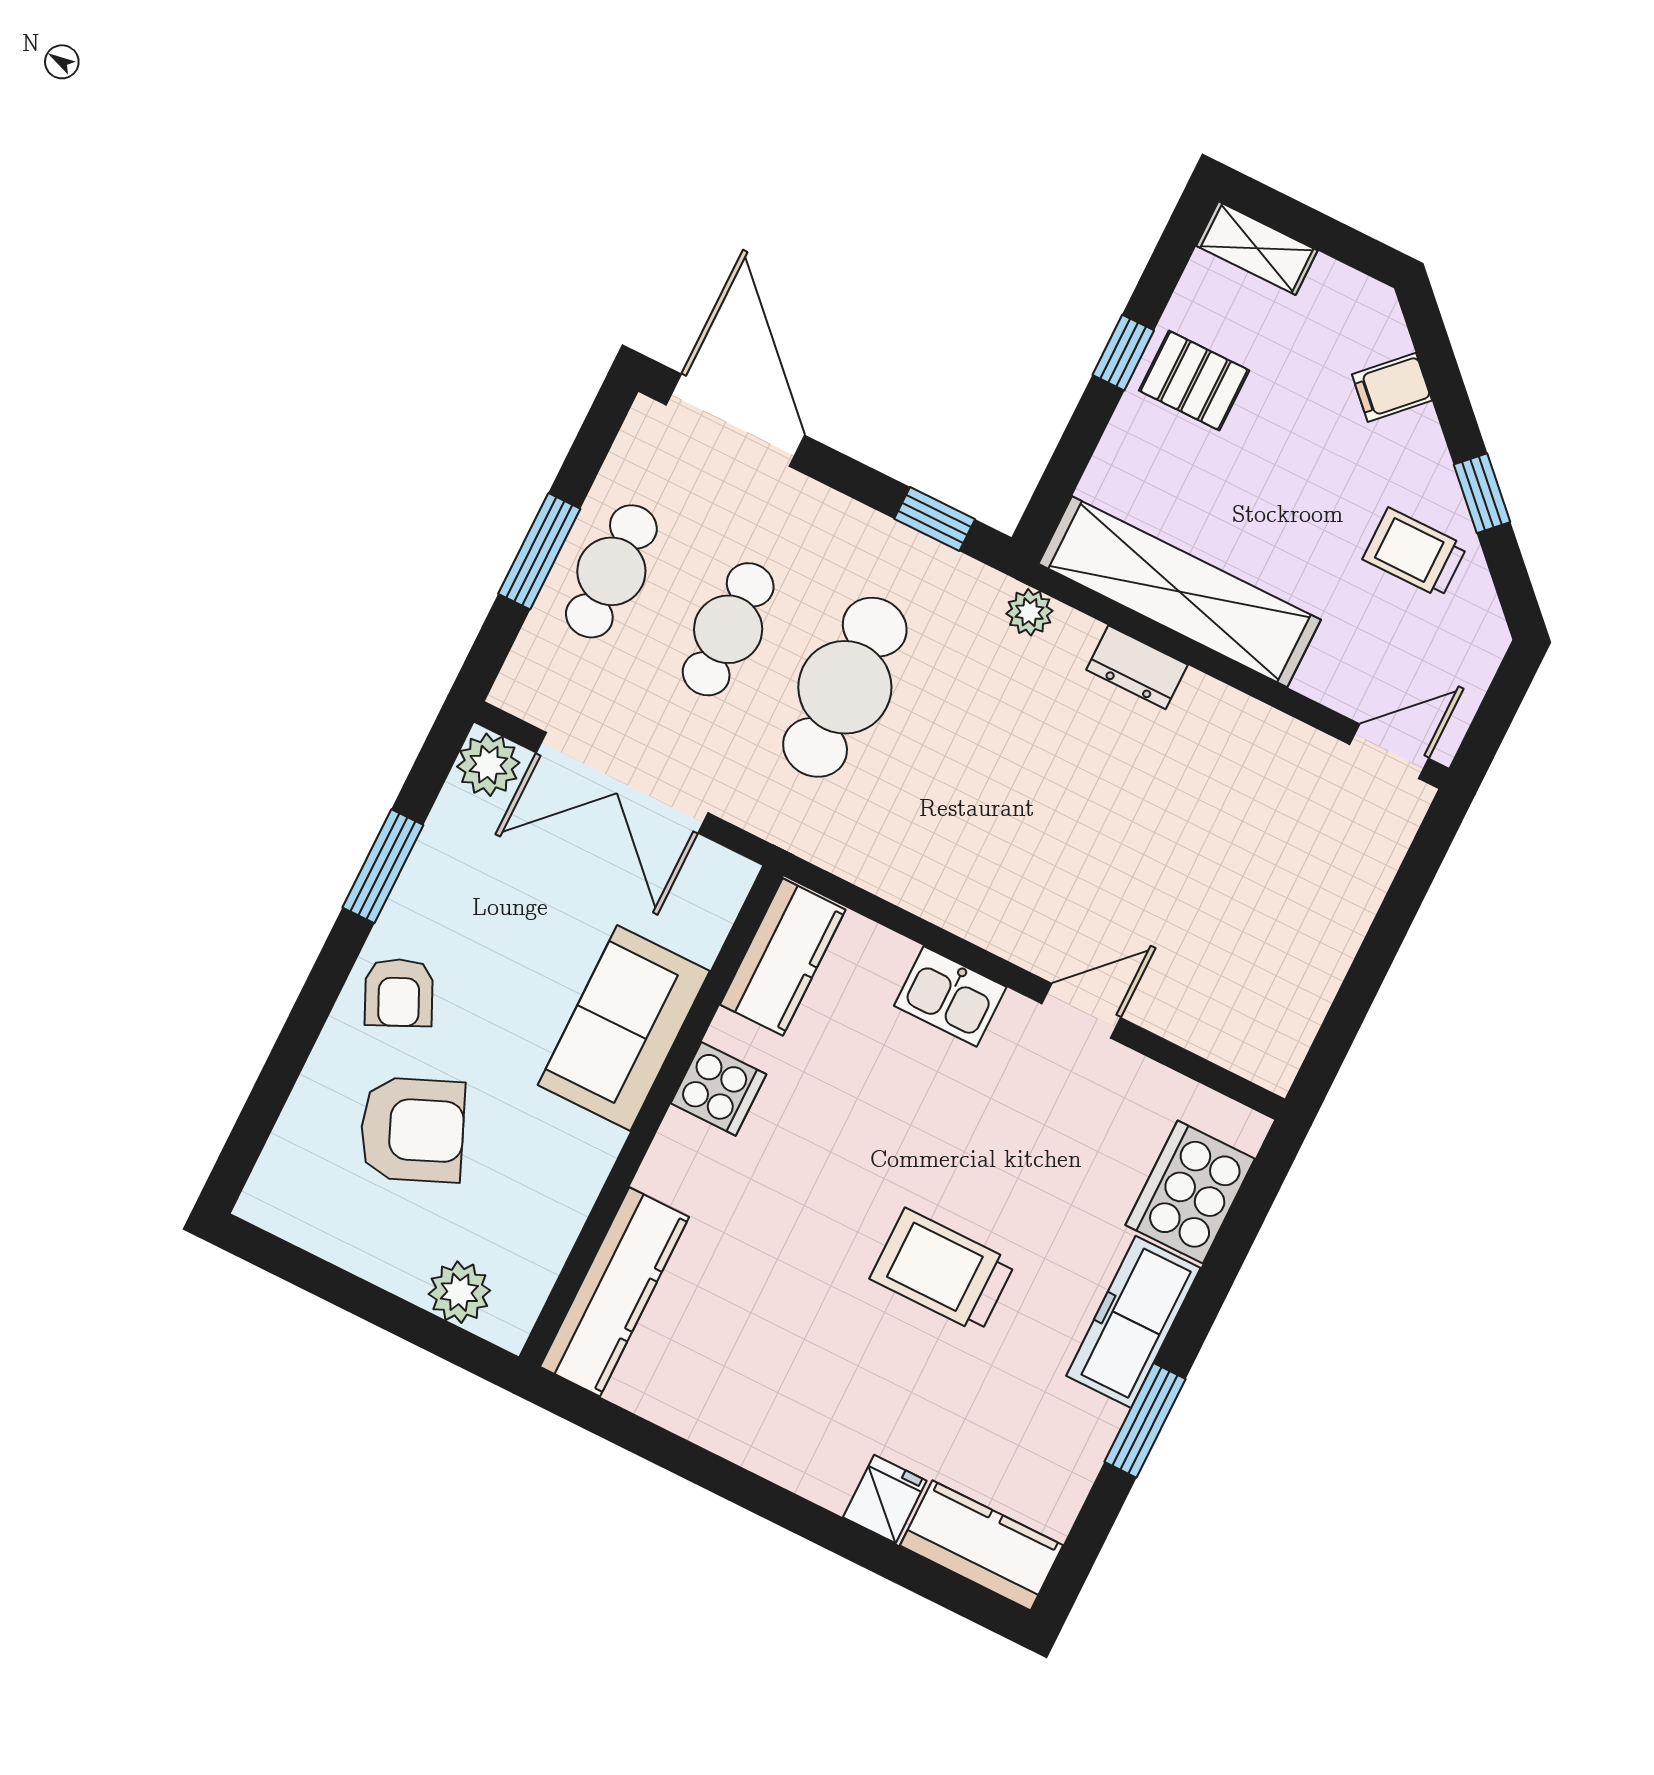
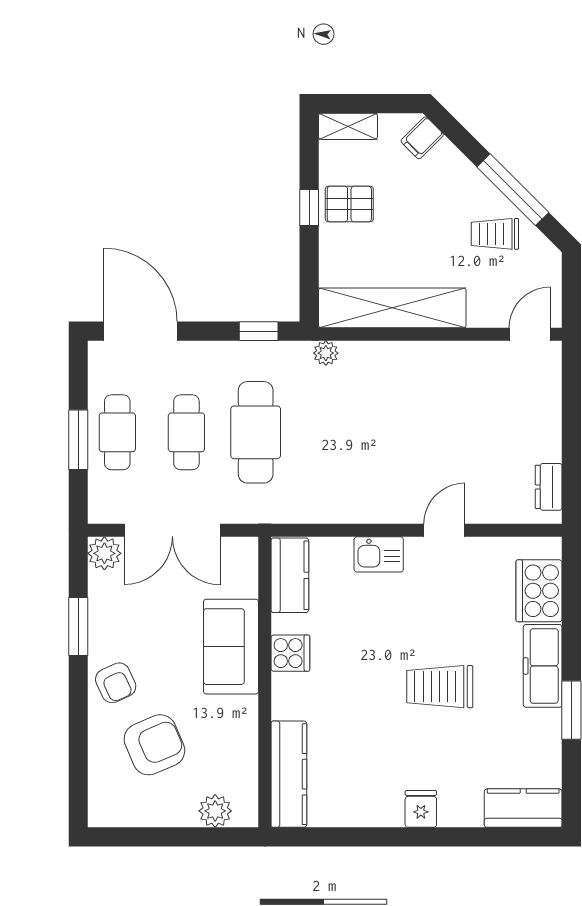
filing cabinet: (1392, 387) -> (422, 138), moved
window: (1482, 493) -> (513, 190), width x2.17
dresser: (1137, 667) -> (549, 487), moved, turned 90
fridge: (885, 1499) -> (421, 809), moved

